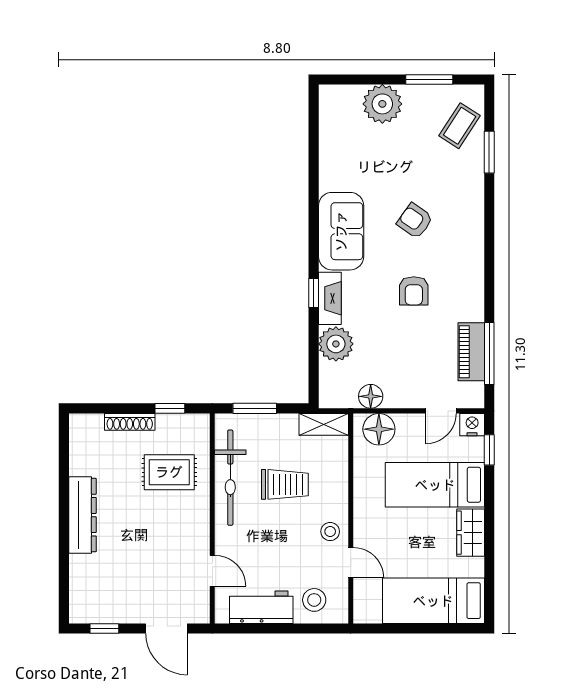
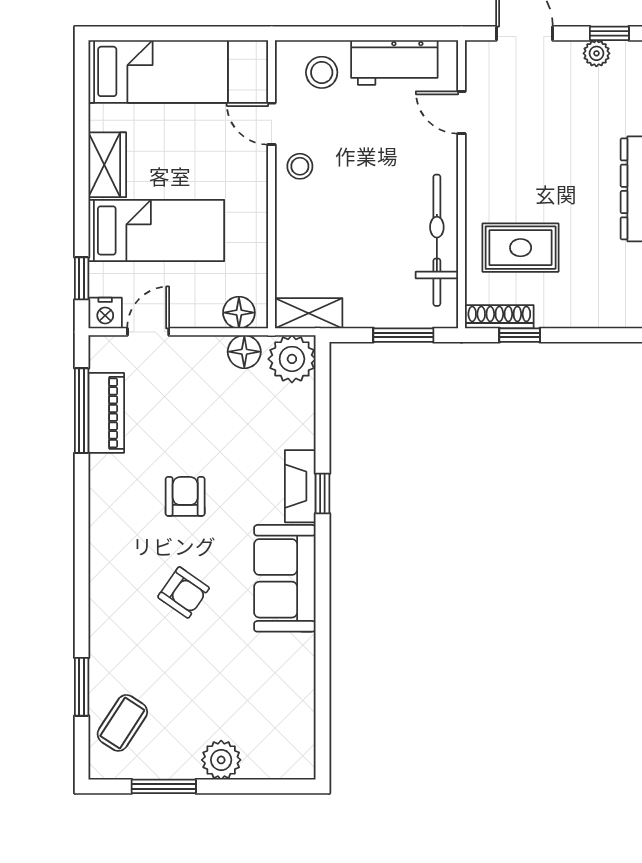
plant: (382, 104) -> (221, 760), width x0.73, depth x0.73
plant: (336, 344) -> (292, 359), moved
shoe rack: (130, 422) -> (499, 317), moved
floor lamp: (379, 429) -> (239, 313), width x0.73, depth x0.73
trolley: (285, 484) -> (362, 231), removed
plant: (114, 614) -> (596, 53), added

